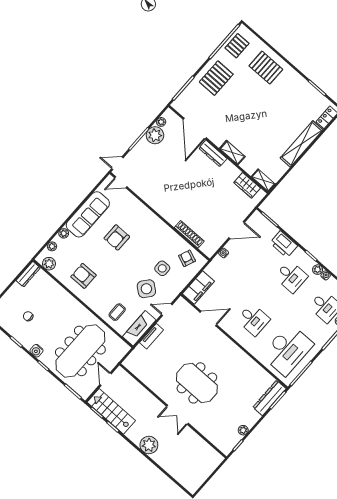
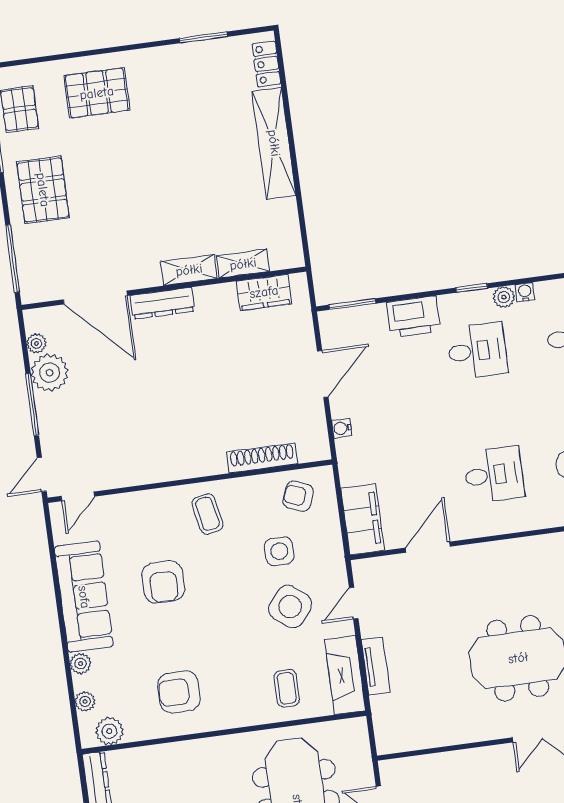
shelving: (263, 180) -> (243, 264), moved
coffee table: (154, 232) -> (207, 514), added

